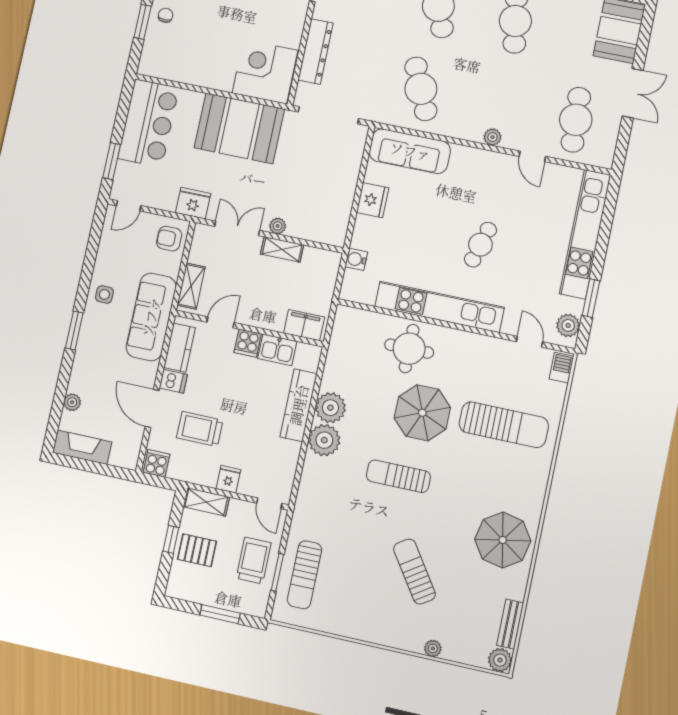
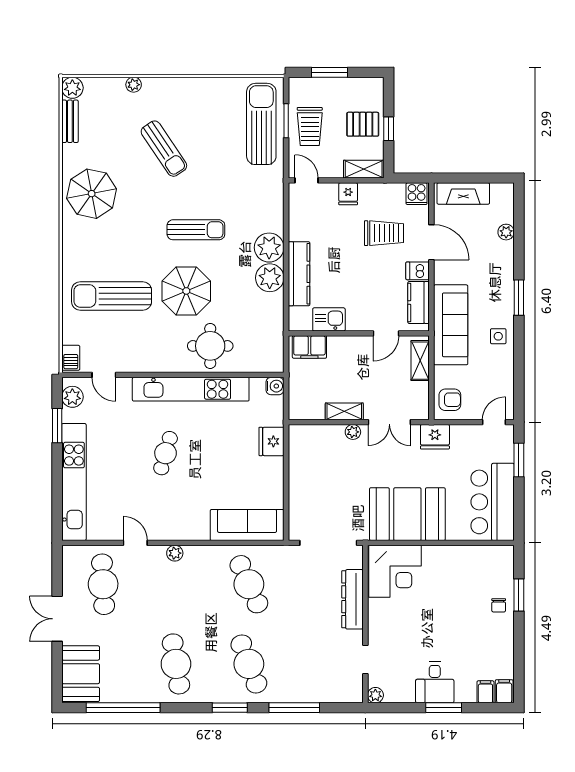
fridge: (373, 200) -> (271, 441), moved
water cooler: (356, 259) -> (275, 386), moved
cooker: (248, 343) -> (357, 320), removed
fireplace: (82, 447) -> (463, 194), moved
sun lounger: (304, 575) -> (261, 124), width x1.36, depth x1.34

